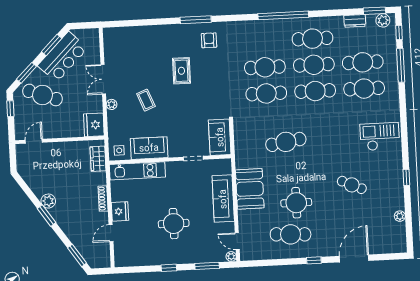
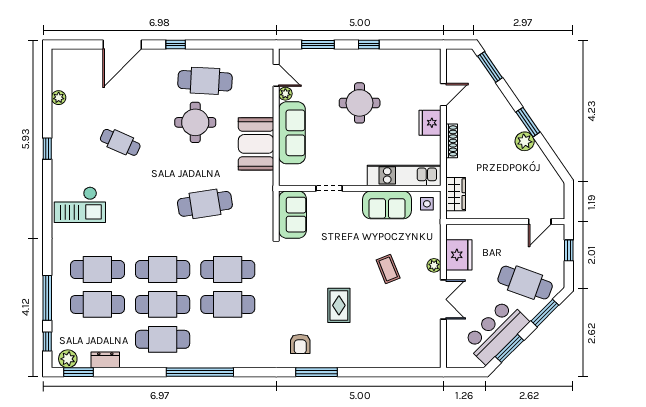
window: (10, 109) -> (569, 250), moved
fridge: (94, 125) -> (459, 255), moved
plant: (231, 256) -> (285, 94), moved

